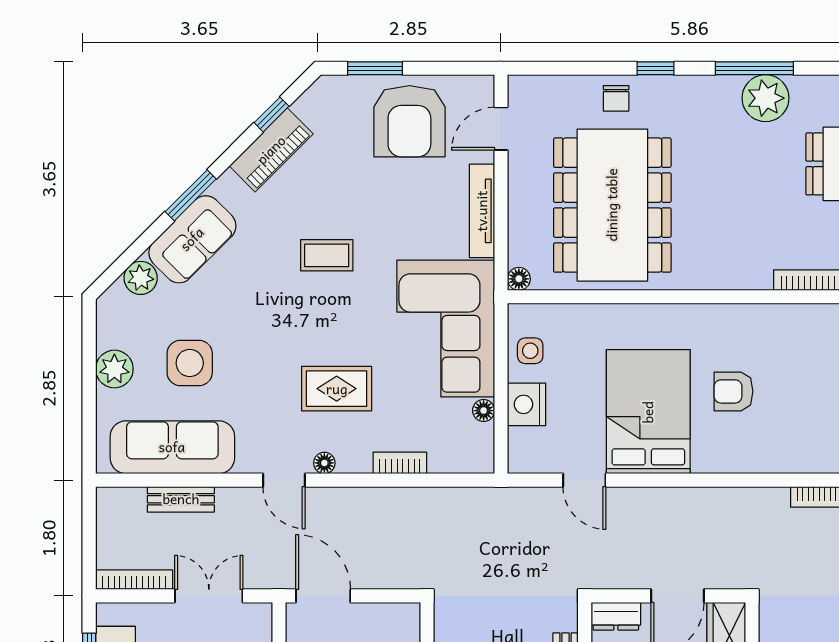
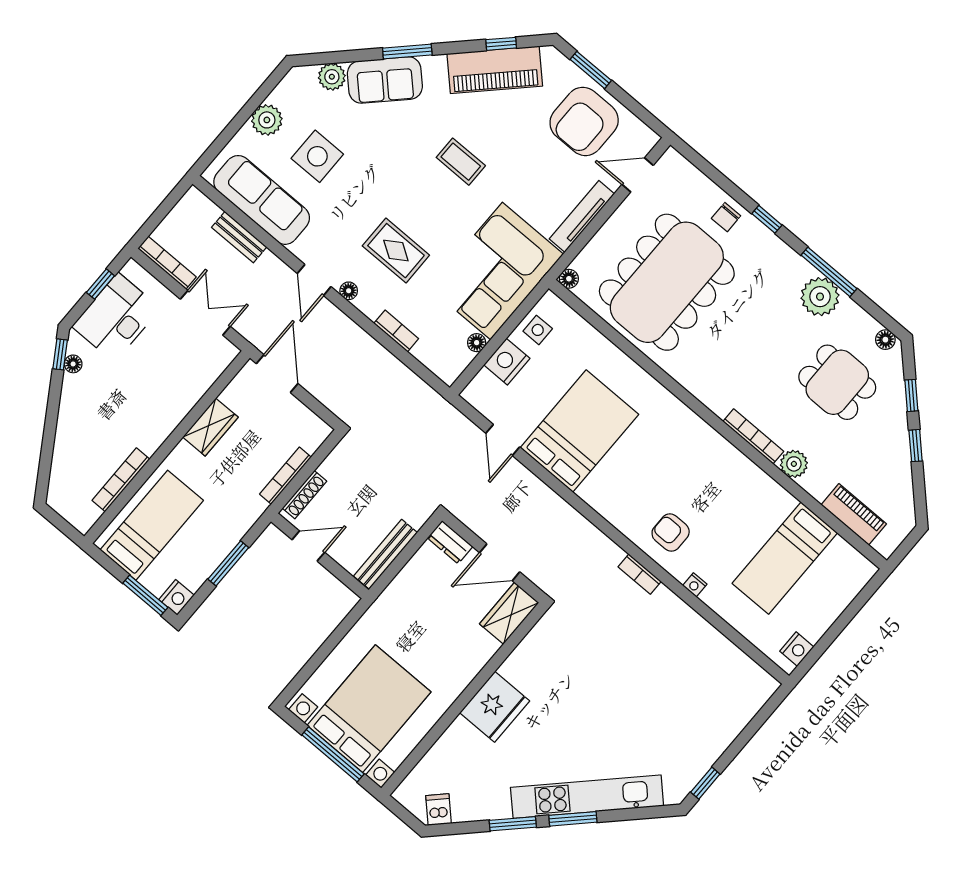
piano: (271, 150) -> (495, 70), width x1.37, depth x1.33
armchair: (733, 391) -> (671, 532), moved

